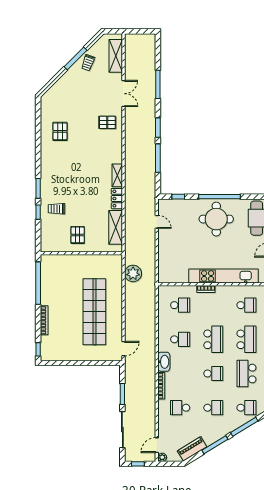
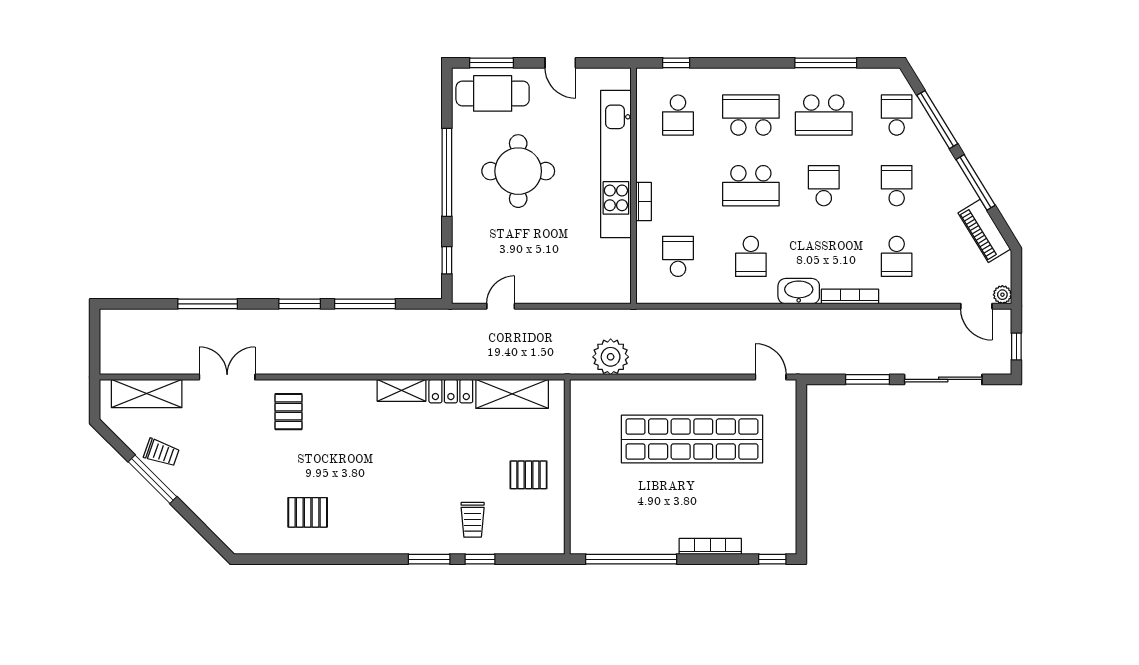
round table: (216, 219) -> (518, 171), moved
school desk: (246, 305) -> (678, 115), turned 180
school desk: (180, 339) -> (751, 256), turned 180
school desk: (213, 339) -> (751, 186), turned 180

